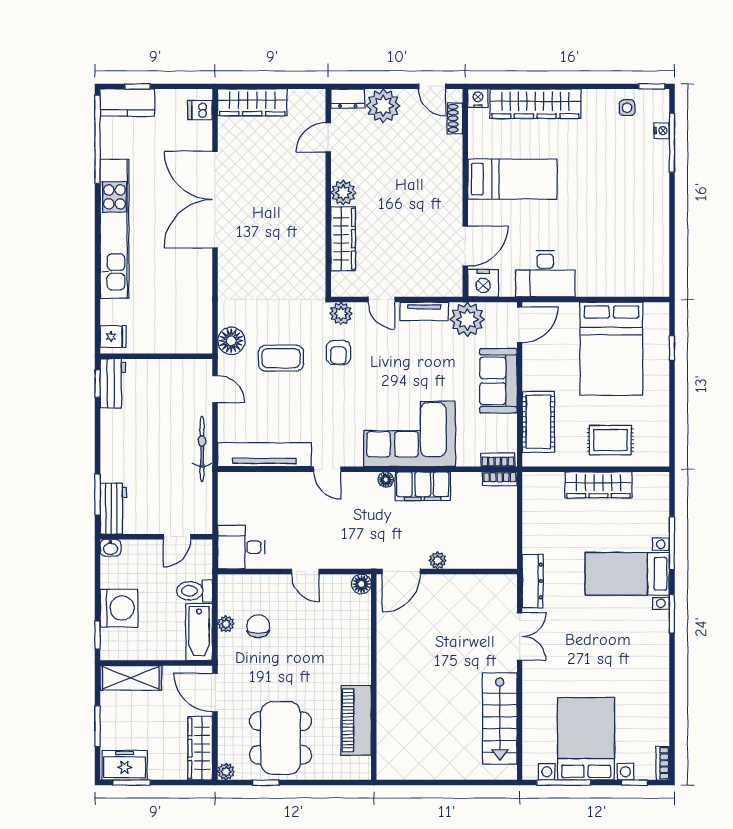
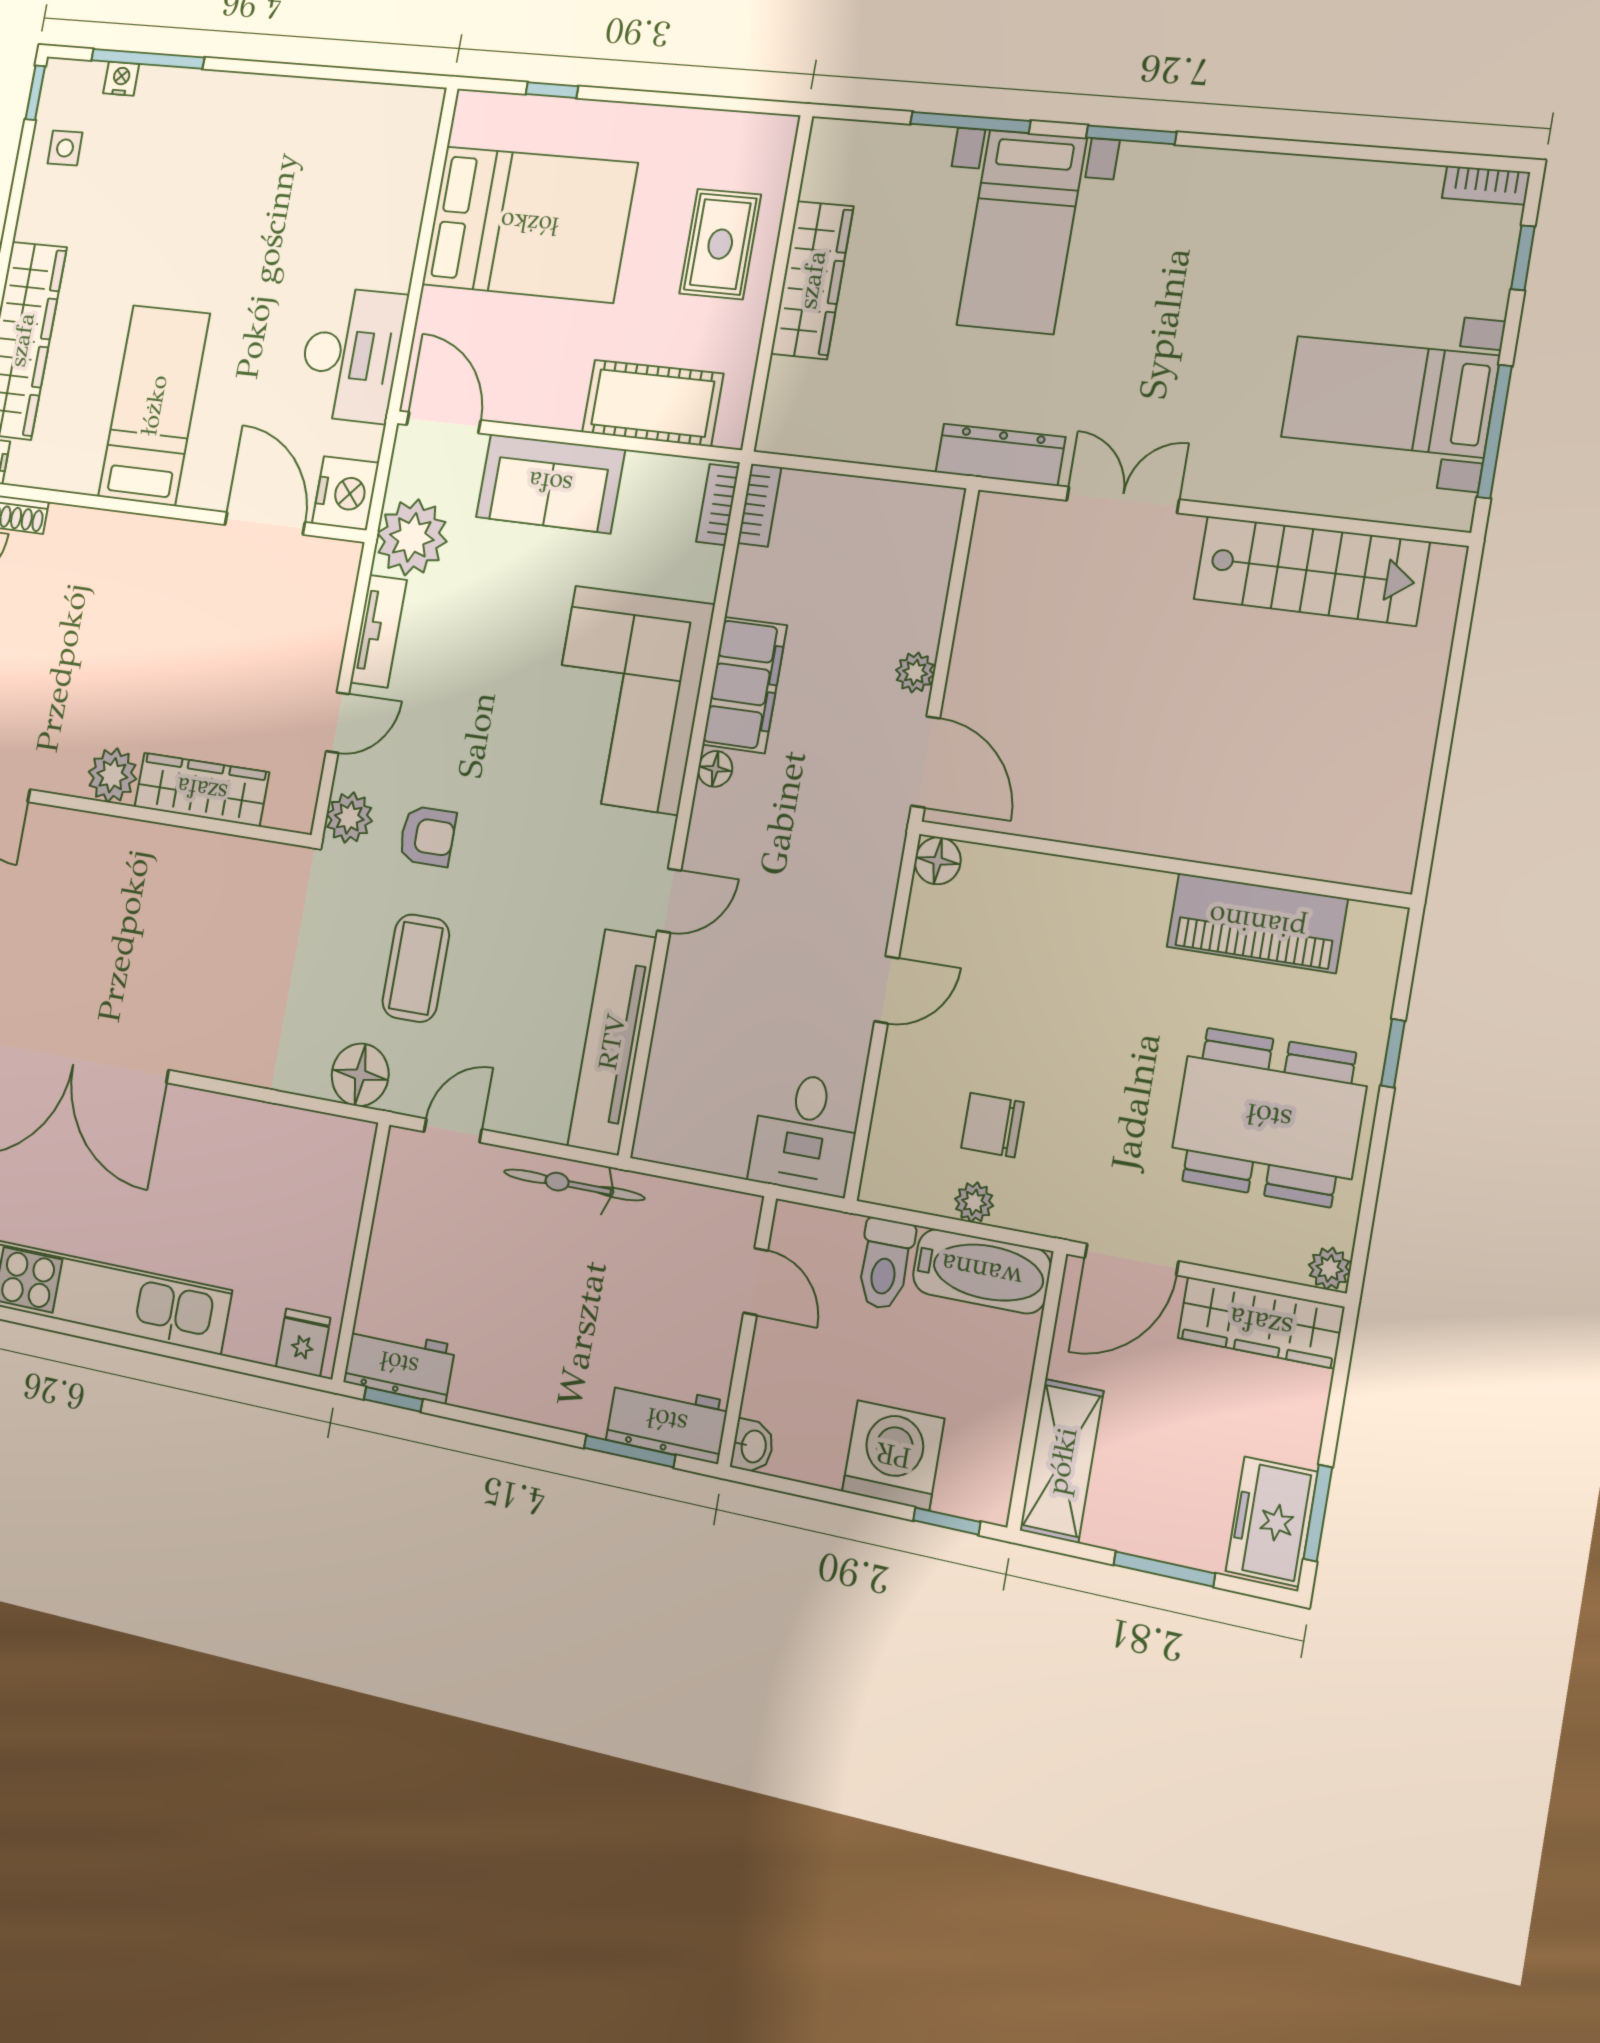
bed with nightstands: (586, 739) -> (1390, 397), width x0.73
window: (266, 783) -> (1393, 1053), moved

